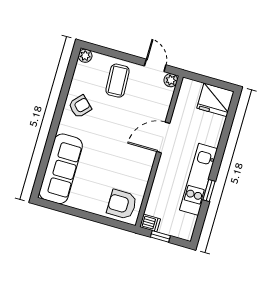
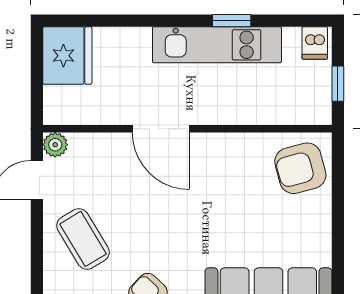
coffee table: (118, 81) -> (83, 239), turned 62
armchair: (122, 204) -> (300, 168), turned 75
dishwasher: (150, 223) -> (315, 43), moved, turned 180

